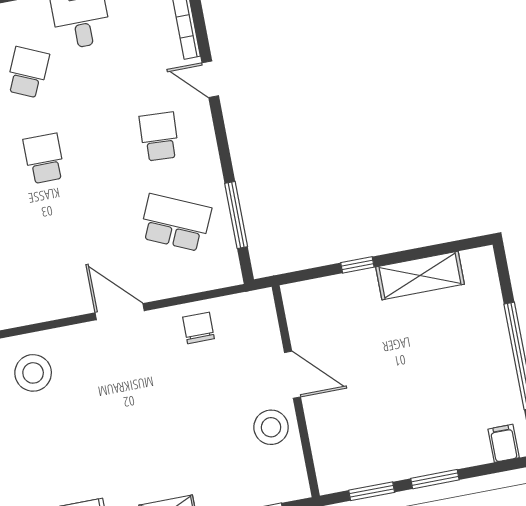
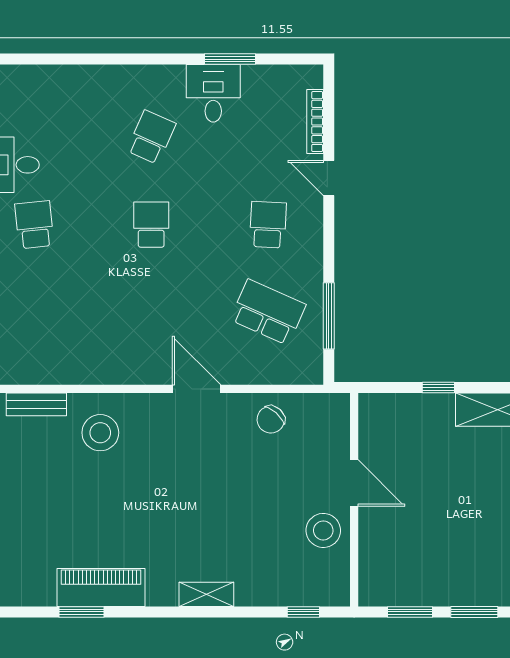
chair: (199, 328) -> (271, 420), turned -138

